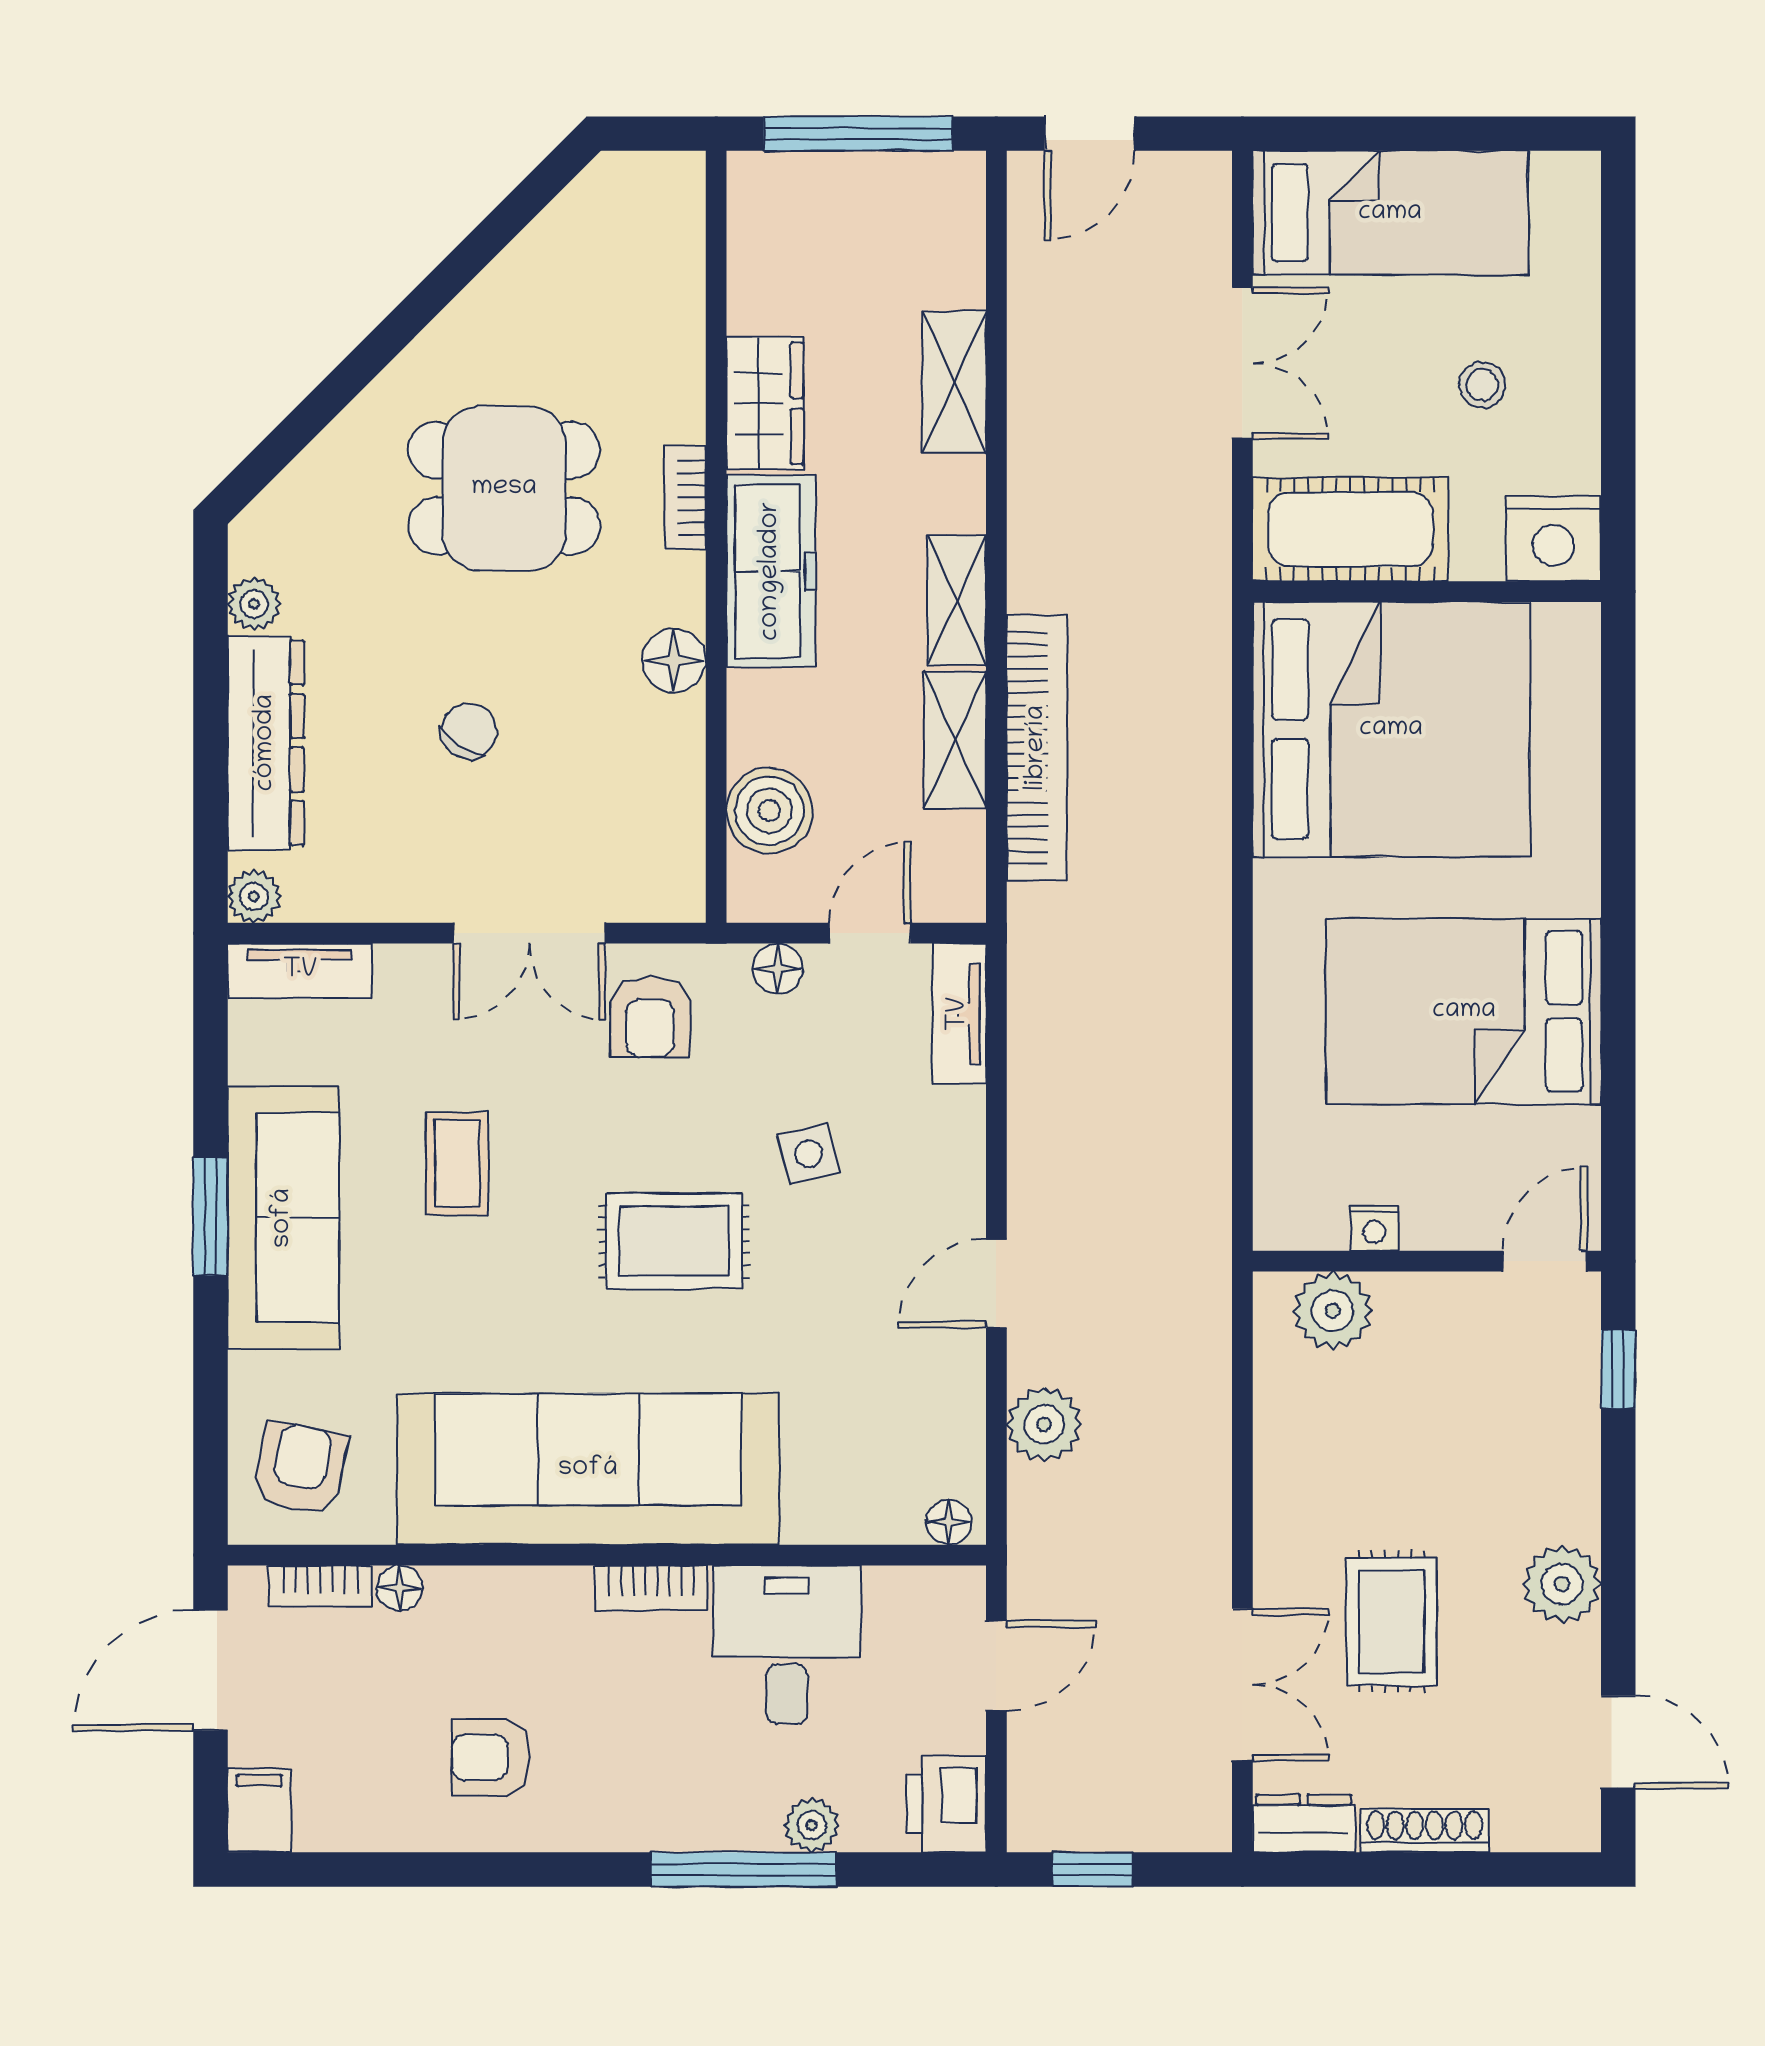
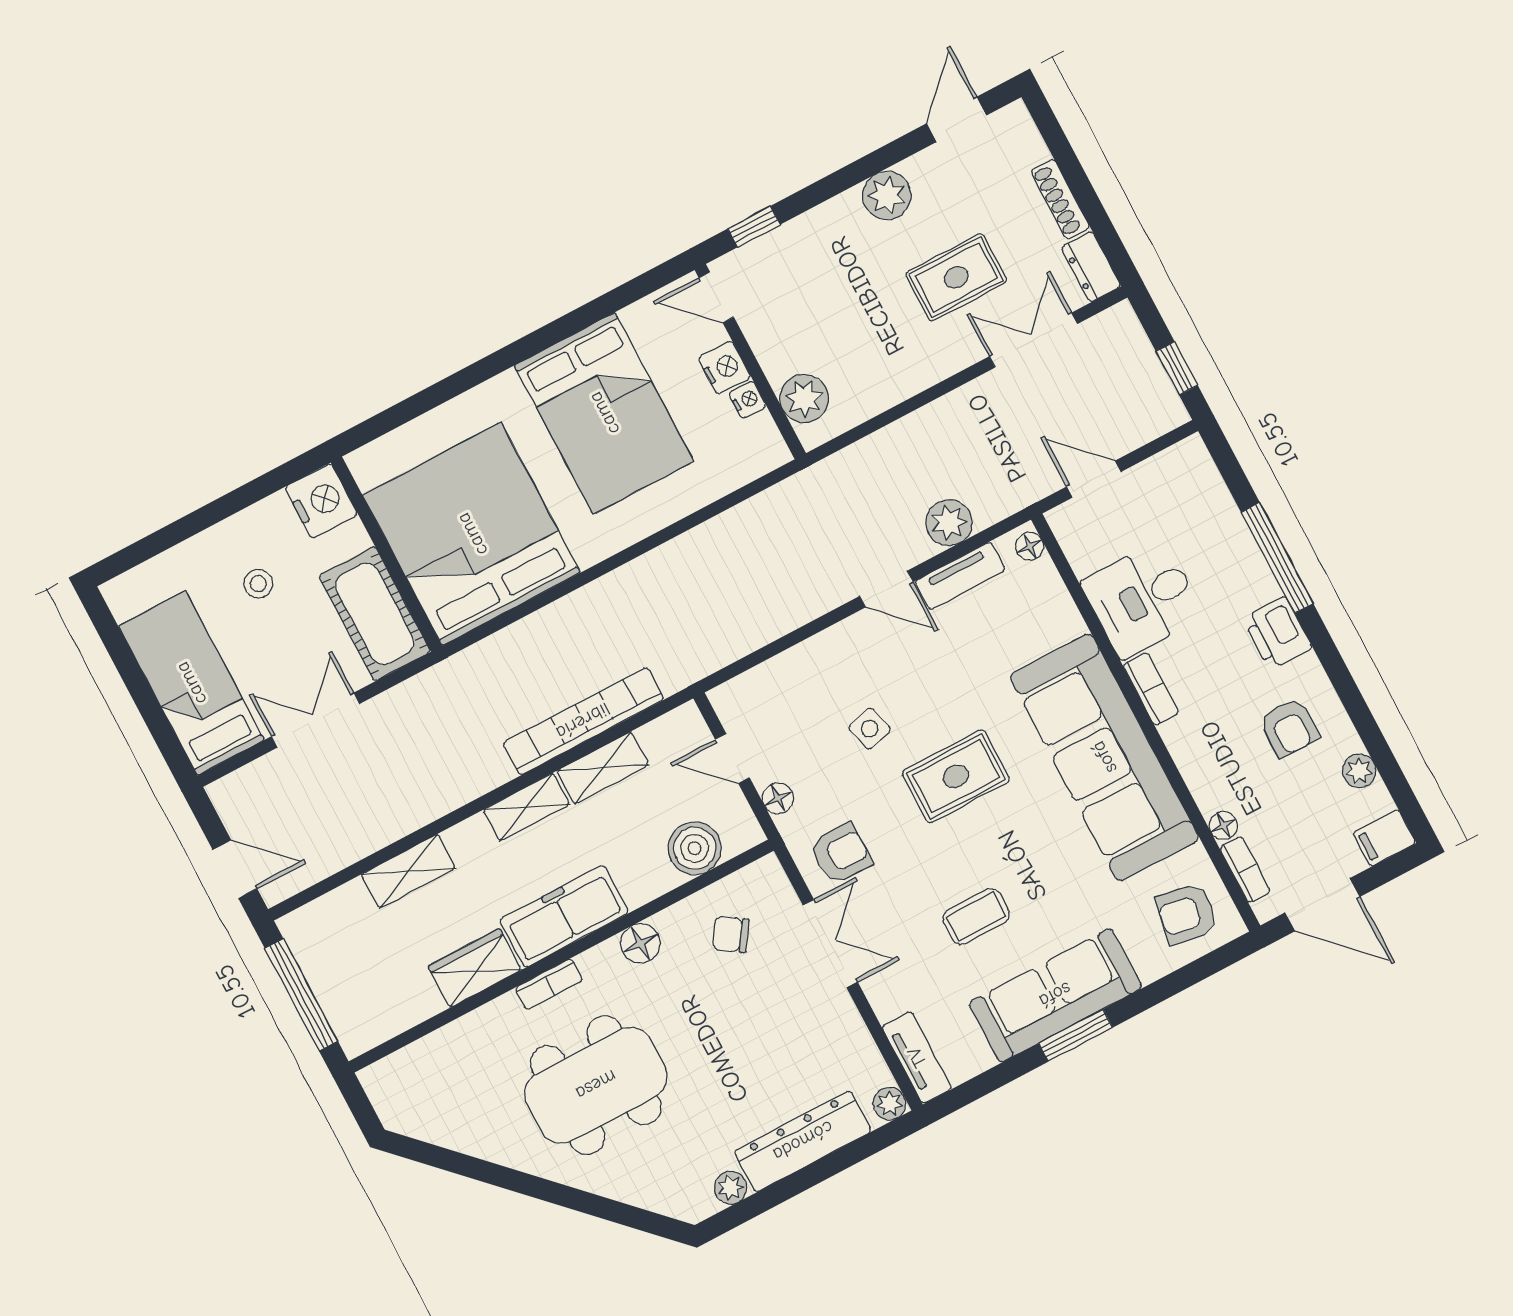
dining table: (504, 488) -> (596, 1085), width x1.37
chair: (469, 731) -> (731, 934), moved
tv unit: (959, 1014) -> (960, 576), moved
nightstand: (1438, 1220) -> (724, 368), added
rug: (674, 1241) -> (956, 776), turned 90
printer: (946, 1804) -> (1277, 633), moved, turned 90
plant: (812, 1825) -> (1359, 771), moved

